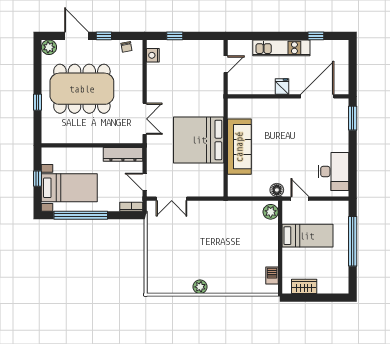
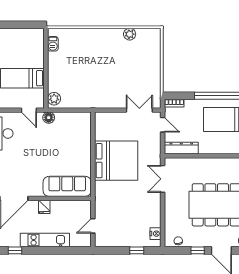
sofa: (239, 147) -> (67, 186), moved, turned 90
wardrobe: (304, 286) -> (25, 34), removed
plant: (200, 287) -> (130, 34), moved

